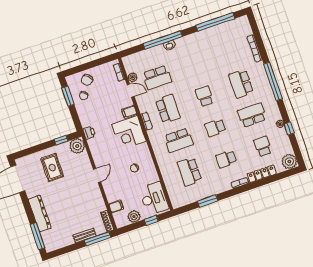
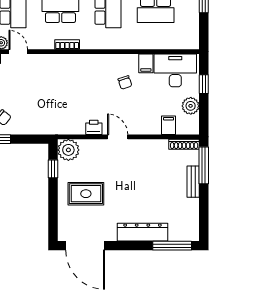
door: (131, 91) -> (18, 52), hinge flipped
filing cabinet: (129, 112) -> (146, 63), moved
printer: (89, 133) -> (94, 127), moved
corner desk: (129, 133) -> (75, 74), removed

